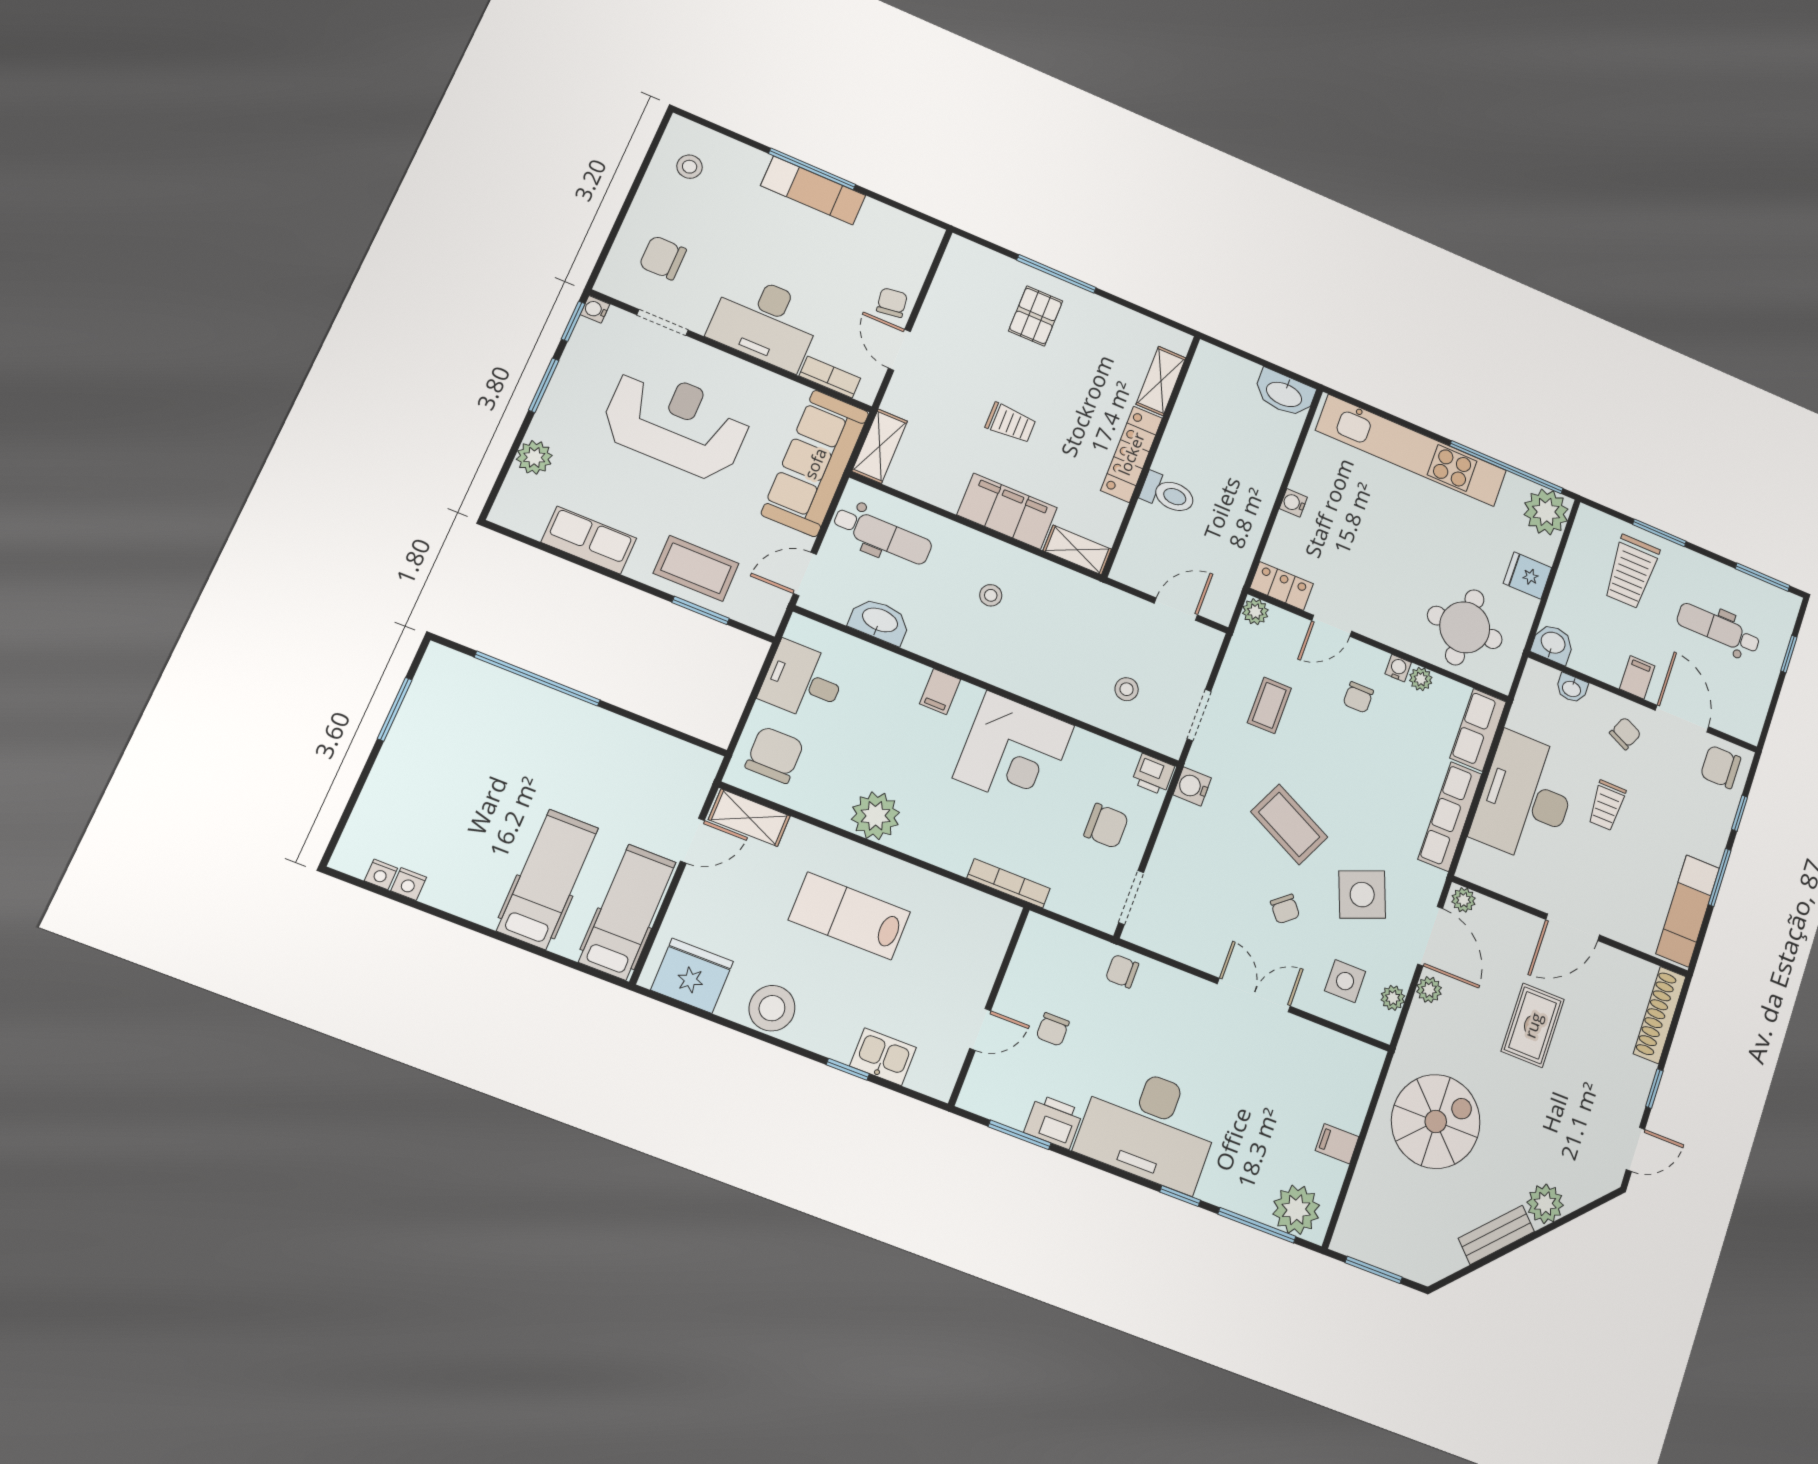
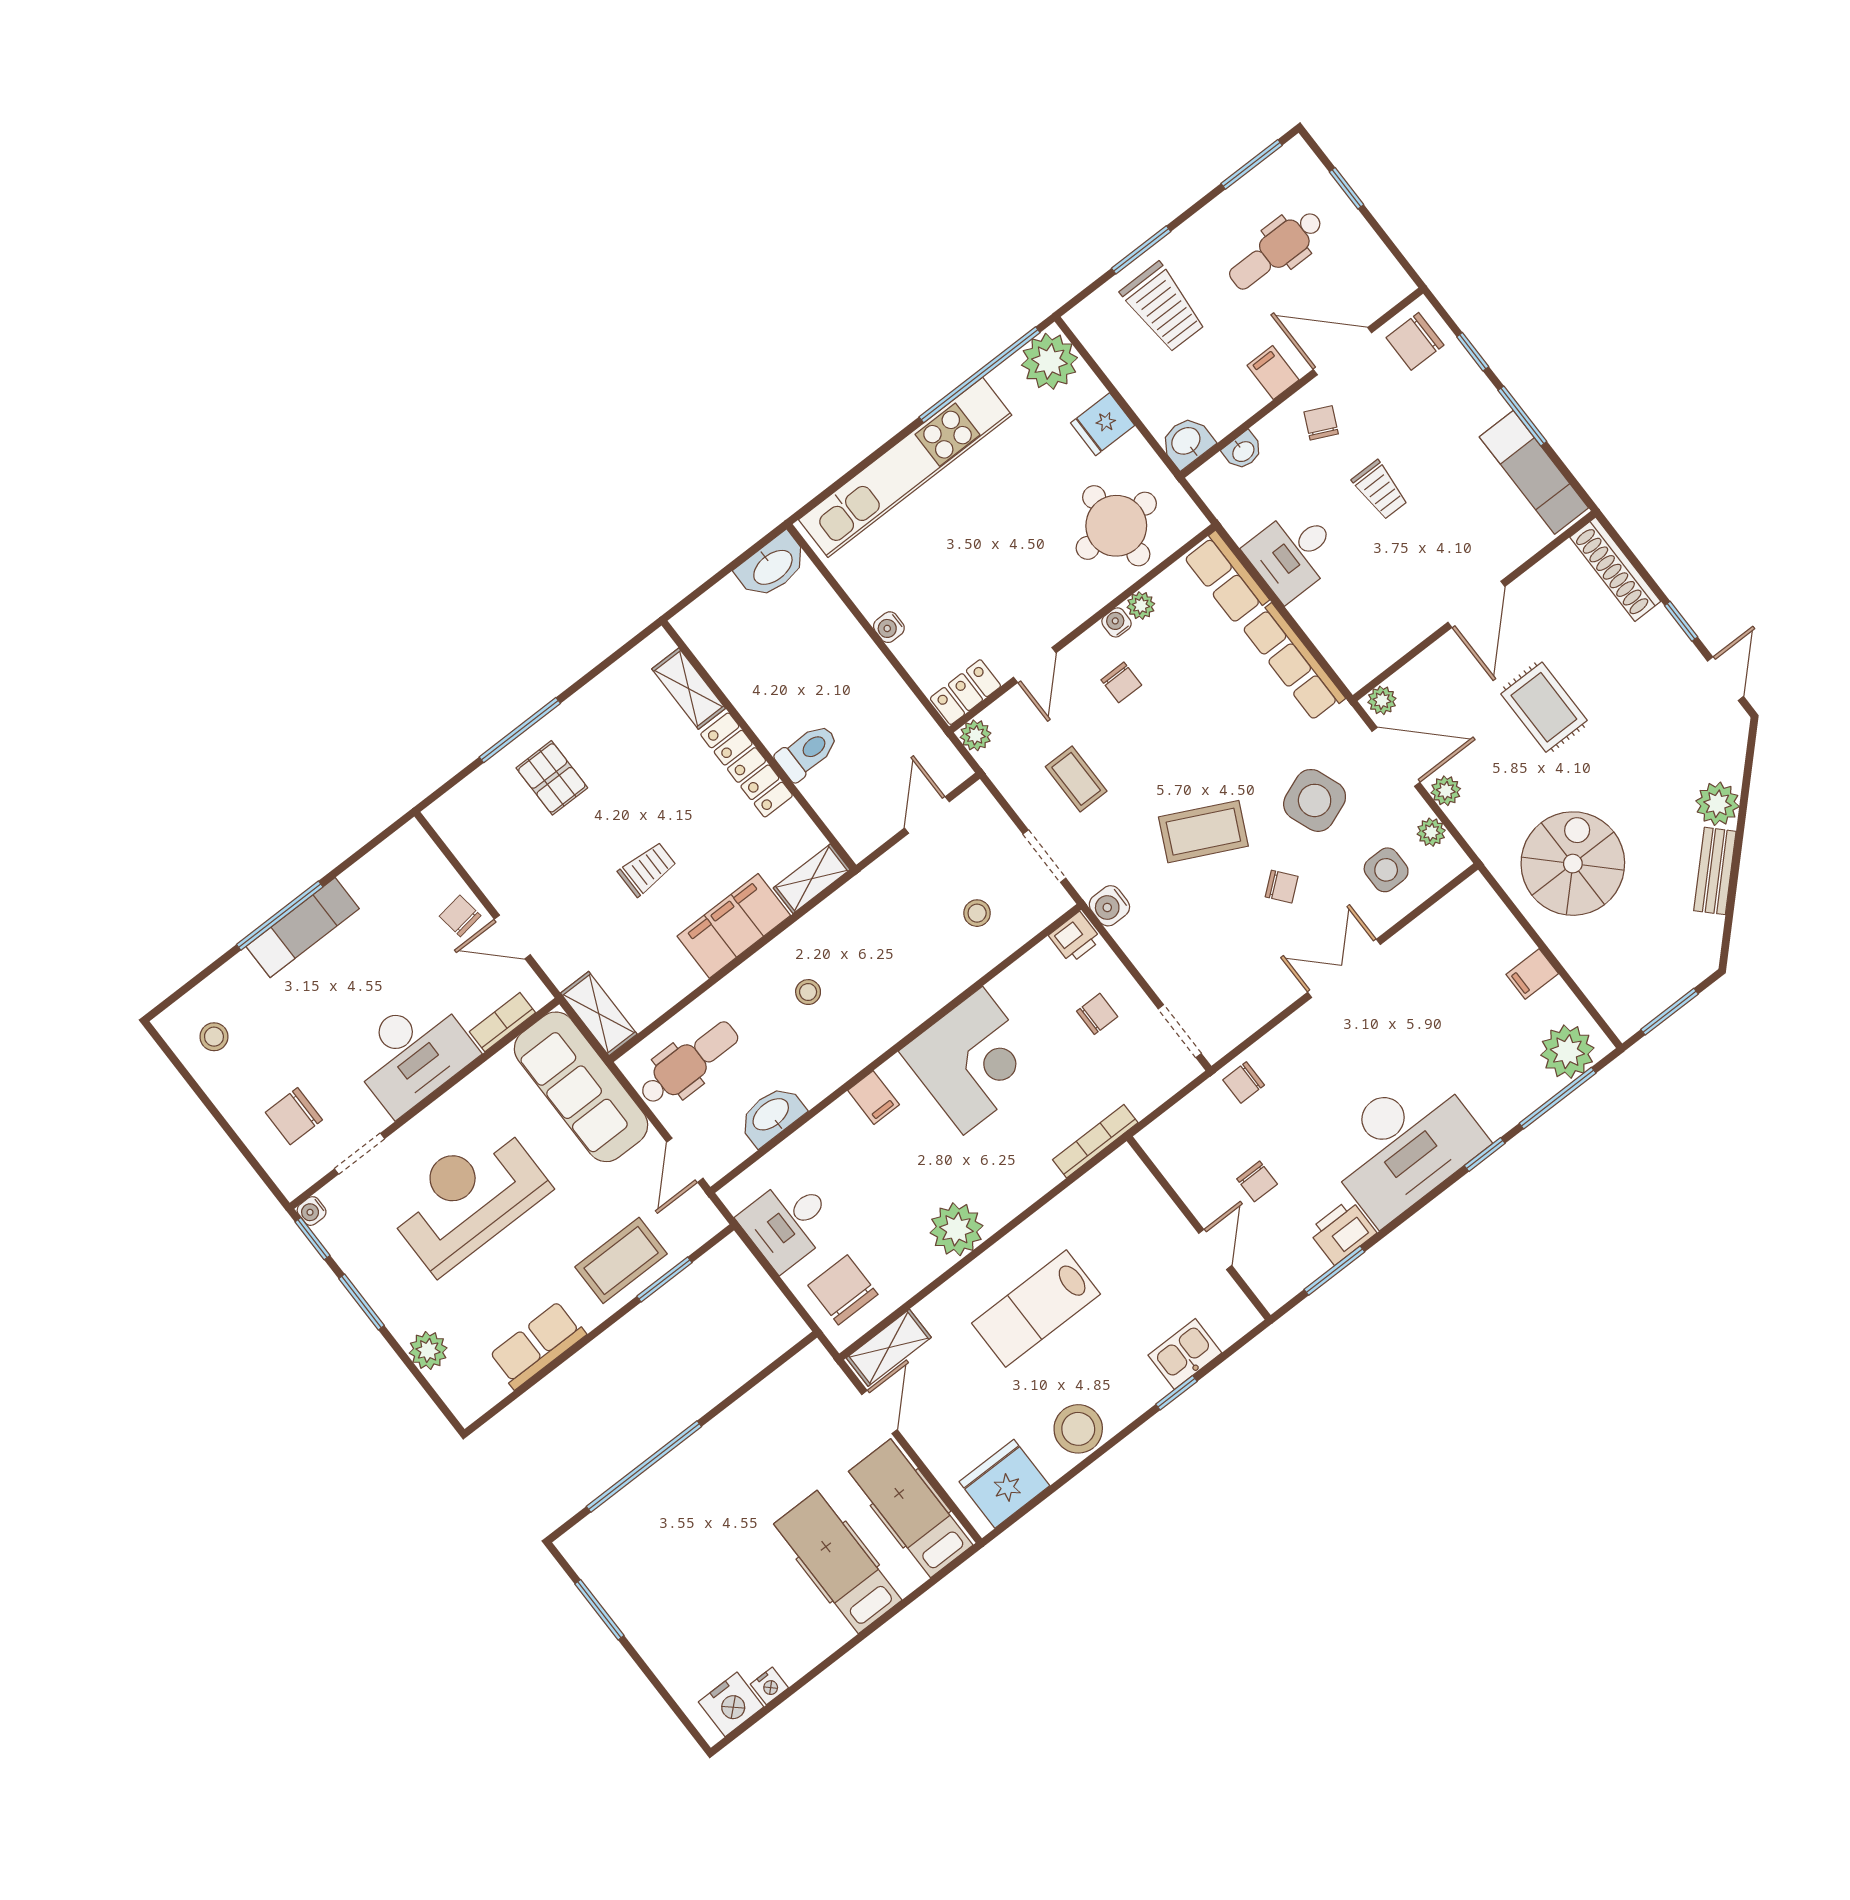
desk: (1526, 798) -> (1293, 553), width x0.53, depth x0.77
chair: (1106, 826) -> (1097, 1014), width x0.73, depth x0.73
nightstand: (381, 874) -> (731, 1704), width x1.89, depth x1.79

